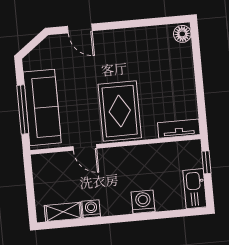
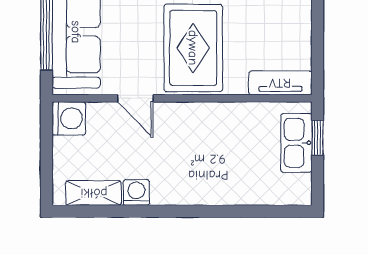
kitchen sink: (195, 189) -> (296, 143), moved
washing machine: (143, 202) -> (69, 118), moved, turned 90

